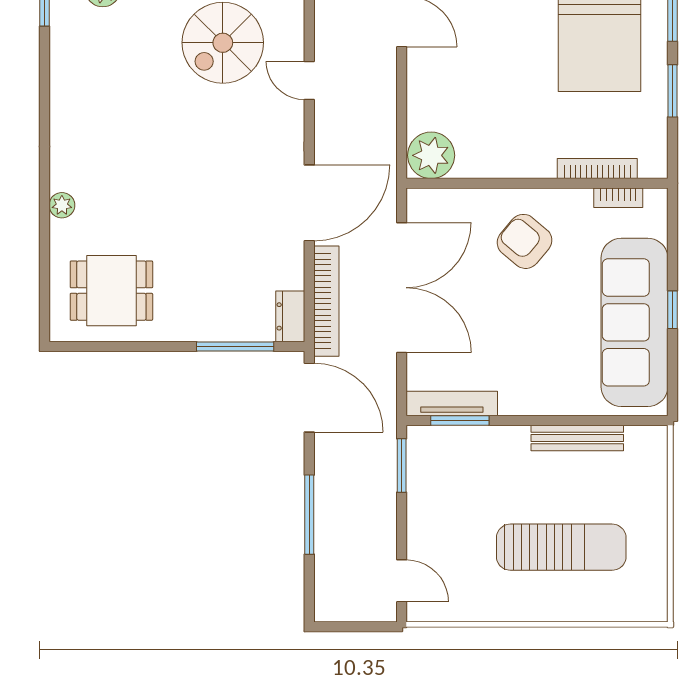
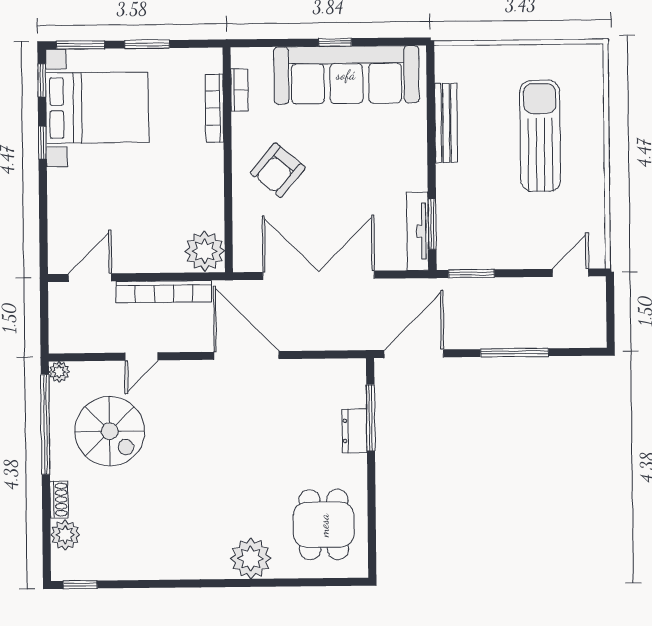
plant: (62, 205) -> (251, 558), width x1.88, depth x1.88
bookcase: (326, 301) -> (164, 292), moved, turned 180
dresser: (290, 316) -> (355, 431), moved, turned 90

